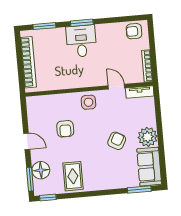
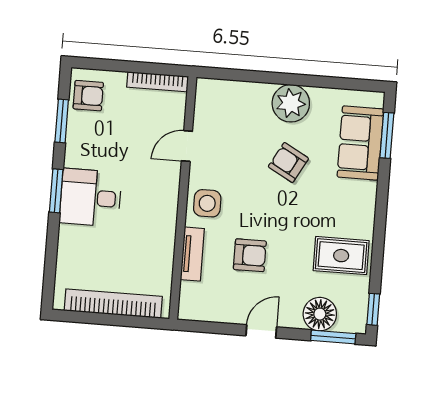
window: (44, 26) -> (62, 121), moved
armchair: (134, 31) -> (88, 96), turned -90
tv unit: (140, 92) -> (192, 254), moved
sofa: (149, 167) -> (360, 143), moved, turned 90

